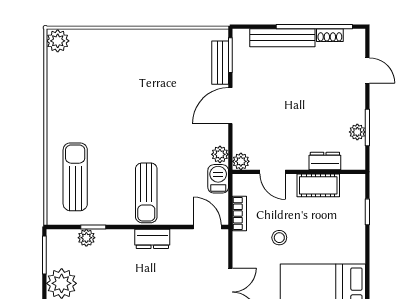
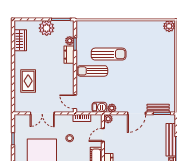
door: (230, 106) -> (136, 113), swing flipped
sun lounger: (75, 177) -> (109, 54), moved
door: (207, 227) -> (75, 102), swing flipped
dresser: (152, 239) -> (69, 55), moved

